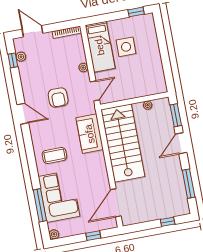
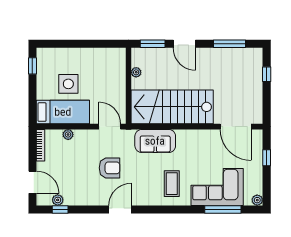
door: (32, 31) -> (32, 182), swing flipped
plant: (83, 68) -> (68, 135), moved

